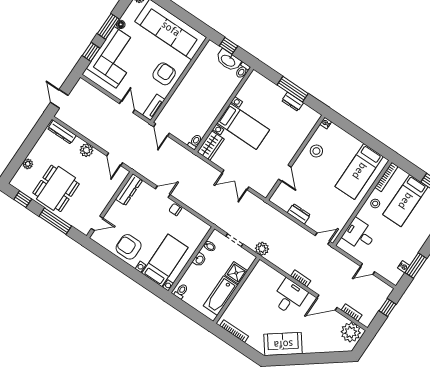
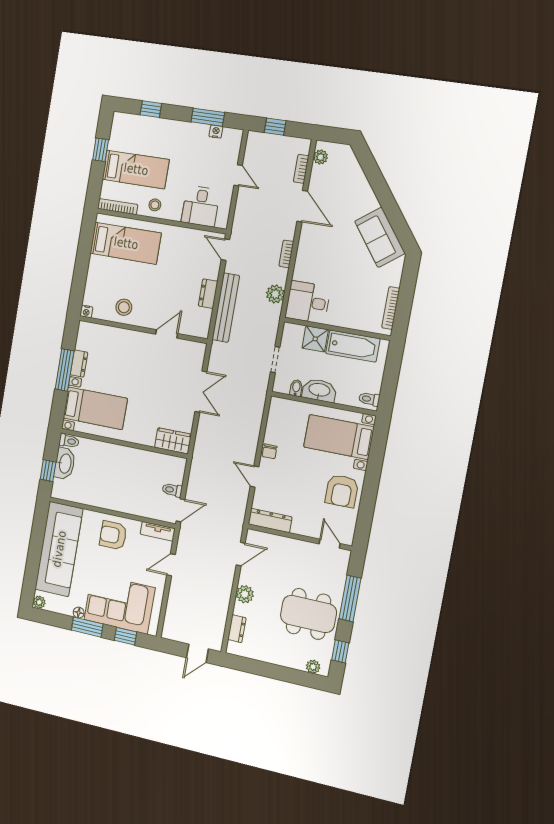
bed with nightstands: (243, 126) -> (95, 408), moved, turned 90
dresser: (62, 132) -> (237, 629), width x0.70
toilet: (195, 142) -> (172, 490), moved
plant: (28, 164) -> (313, 667), moved
bench: (284, 222) -> (226, 308), added
plant: (262, 249) -> (275, 294), moved
washbasin: (199, 260) -> (319, 390), width x1.91, depth x1.45
desk: (289, 297) -> (308, 302), moved
plant: (351, 332) -> (320, 157), width x0.53, depth x0.53

